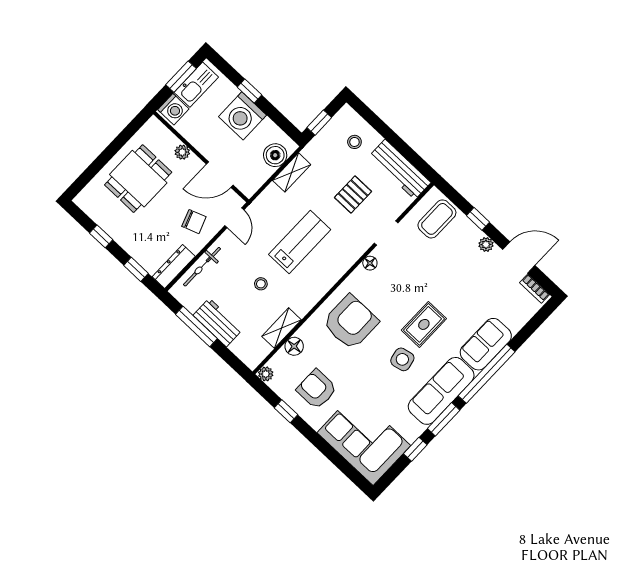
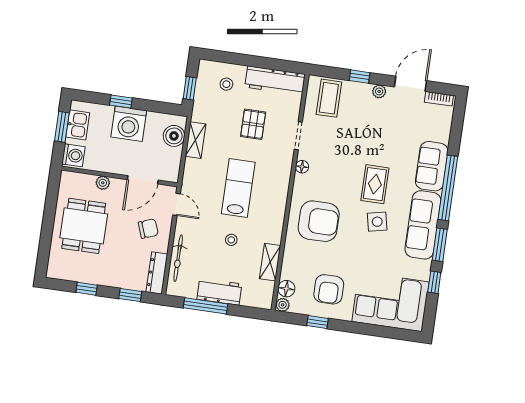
kitchen sink: (196, 85) -> (78, 125), width x0.73
armchair: (350, 322) -> (319, 221), turned 90
floor lamp: (294, 346) -> (286, 289), moved
armchair: (317, 389) -> (329, 289), turned -90

